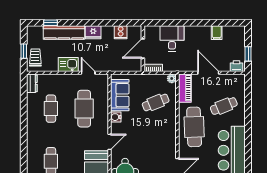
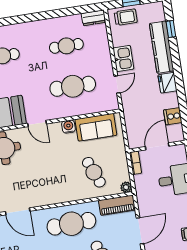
door: (143, 49) -> (157, 146), hinge flipped

